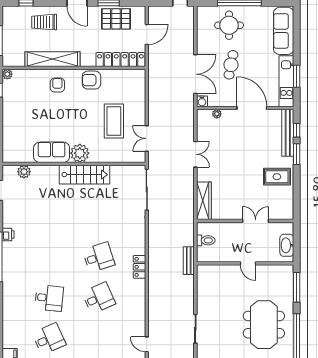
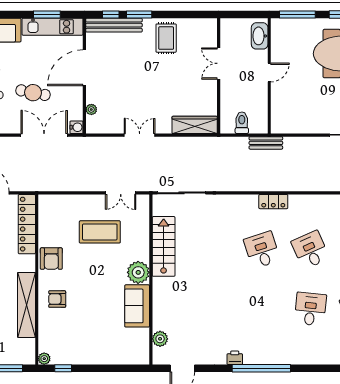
stairs: (84, 175) -> (164, 246), moved
washbasin: (287, 245) -> (260, 36), moved, turned 90

